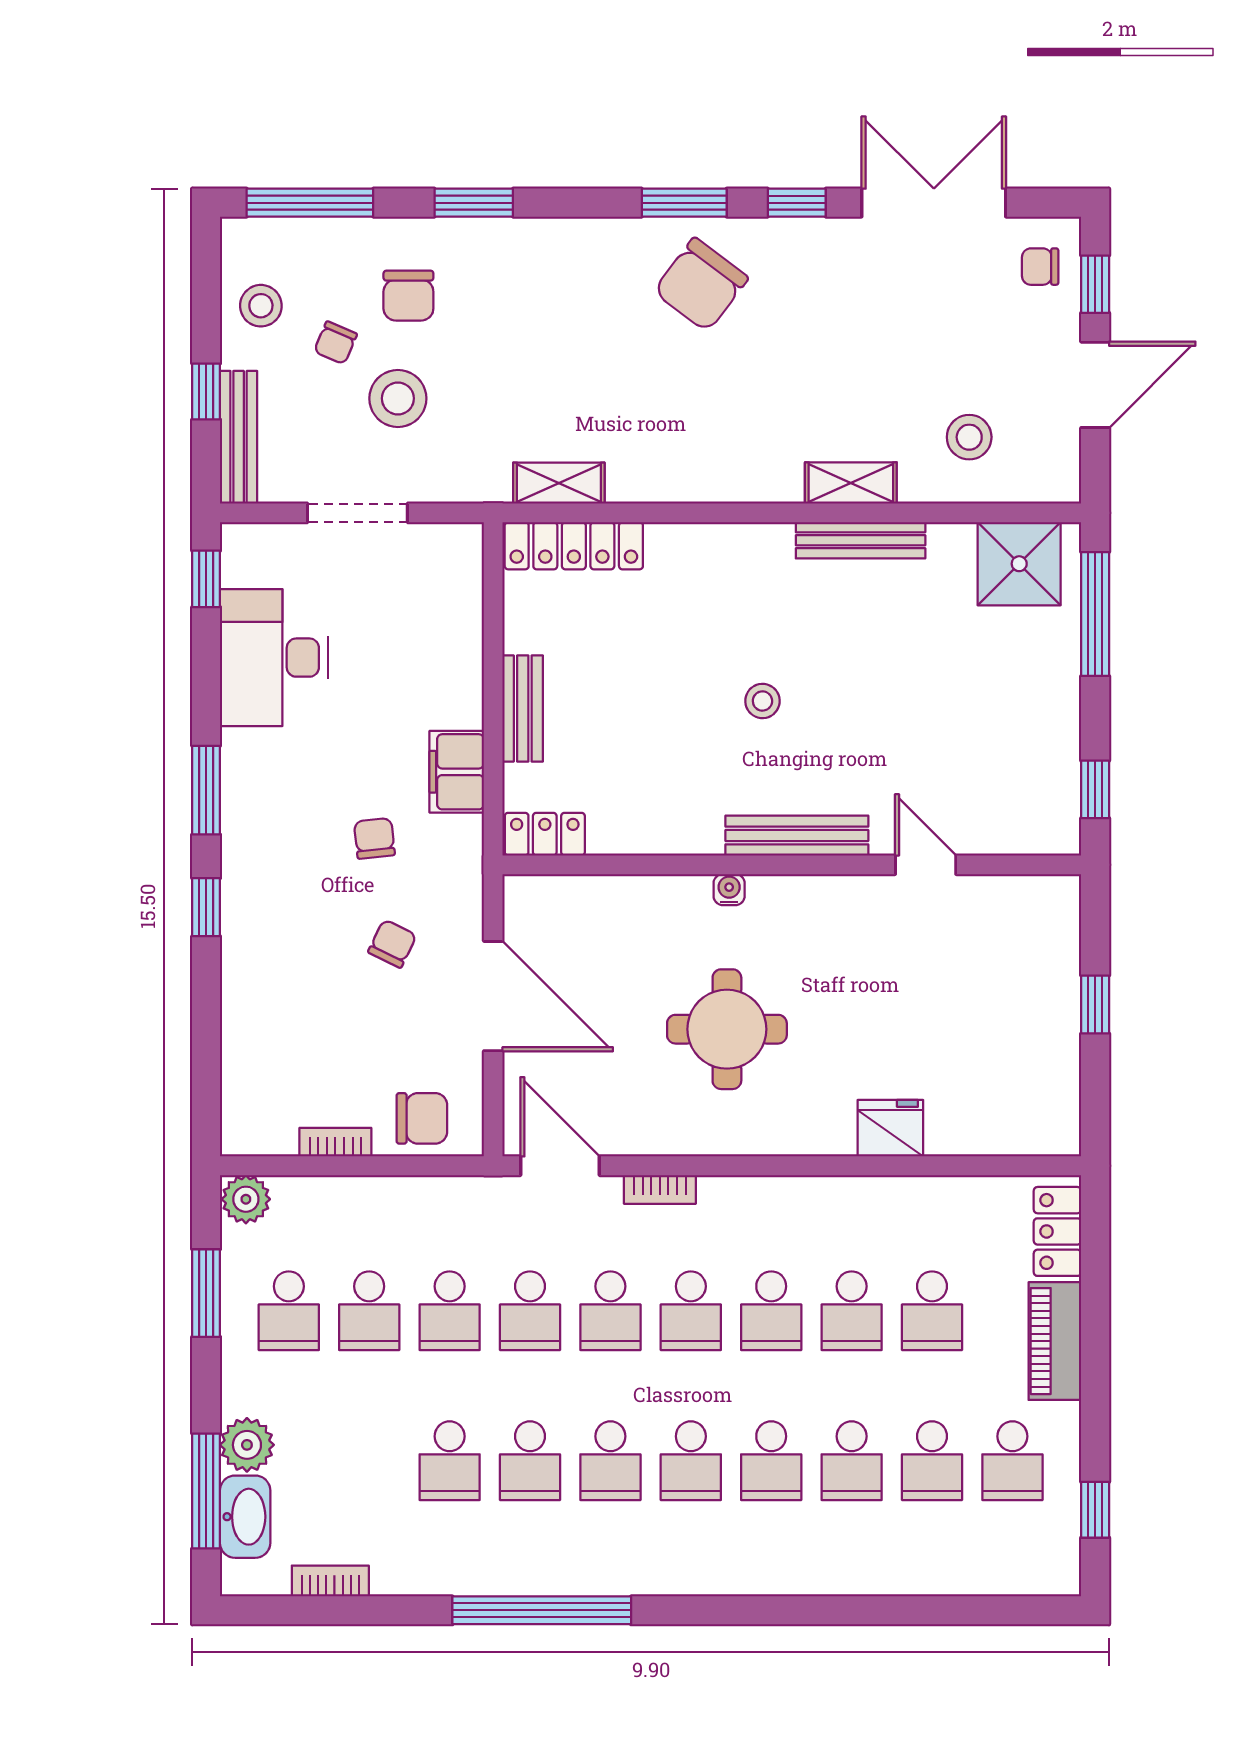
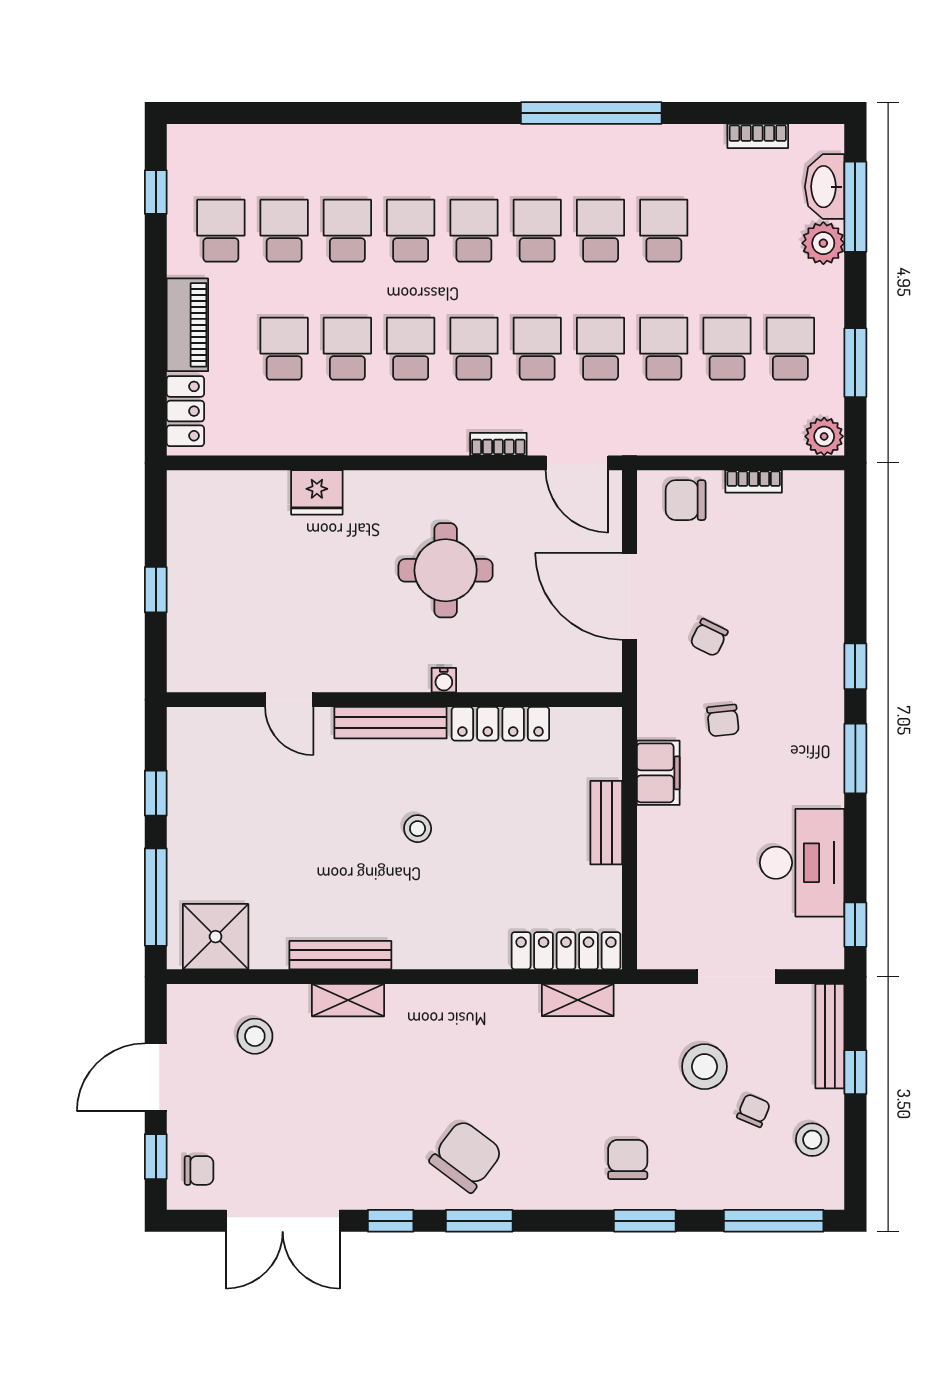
chair: (408, 296) -> (628, 1159), moved
window: (1095, 789) -> (156, 793), moved
locker: (545, 834) -> (500, 724), moved, width x1.53

